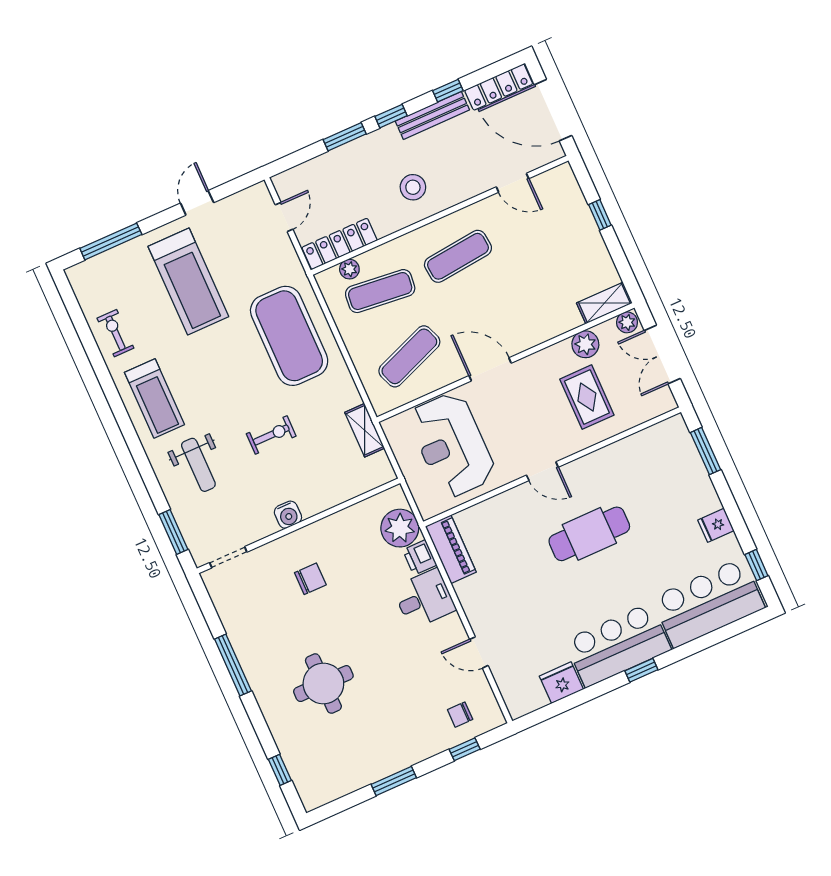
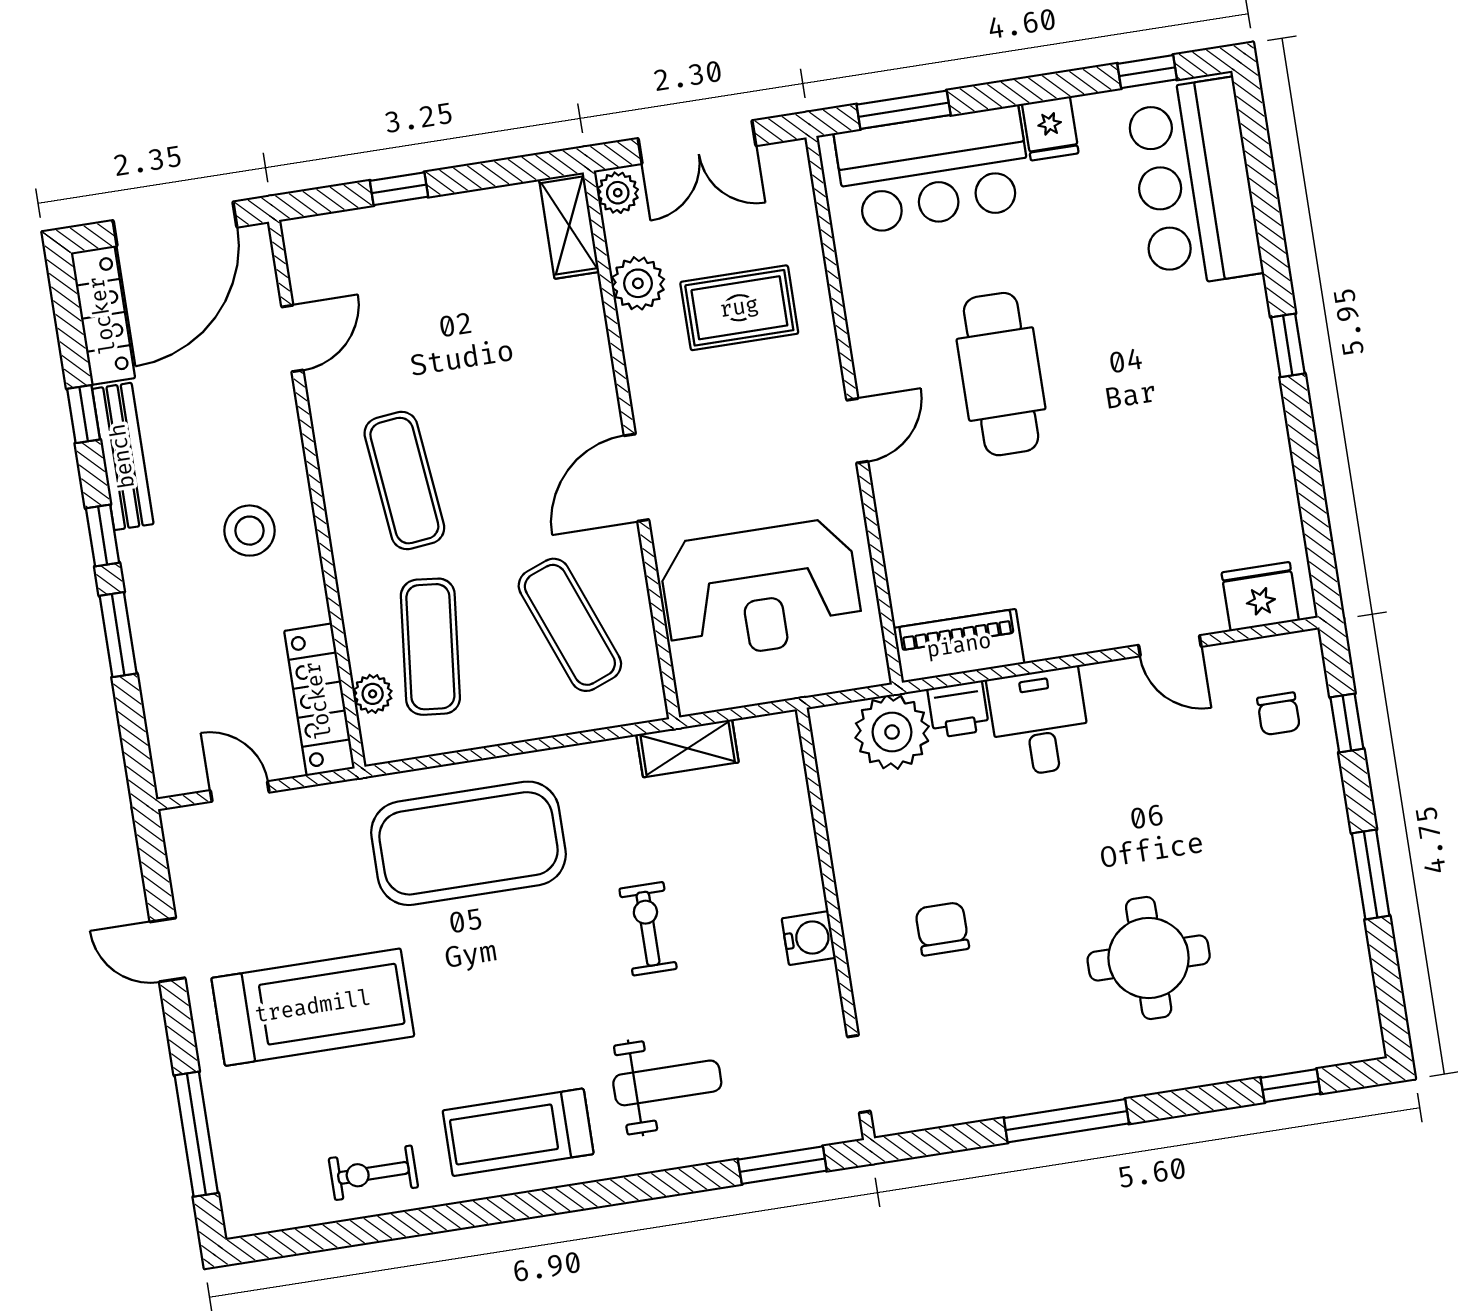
treadmill: (154, 398) -> (518, 1132), turned 180
bar counter: (618, 645) -> (934, 170), moved, turned -90
door: (479, 652) -> (1170, 646), hinge flipped
fridge: (561, 683) -> (1260, 597), moved, turned 90

